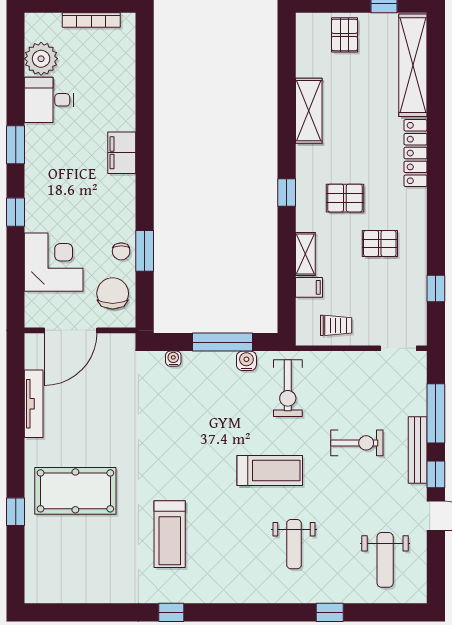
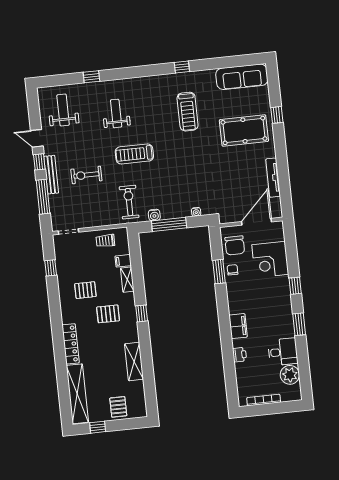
printer: (125, 103) -> (239, 355), added
treadmill: (170, 534) -> (188, 112), turned 180
sofa: (69, 584) -> (242, 77), added

